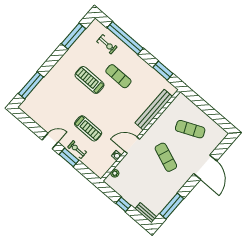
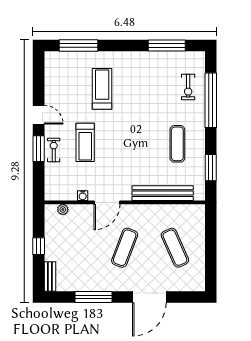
exercise mat: (118, 76) -> (177, 144), moved
treadmill: (89, 80) -> (102, 89), moved
door: (132, 145) -> (107, 202), swing flipped
window: (172, 206) -> (94, 297), moved

